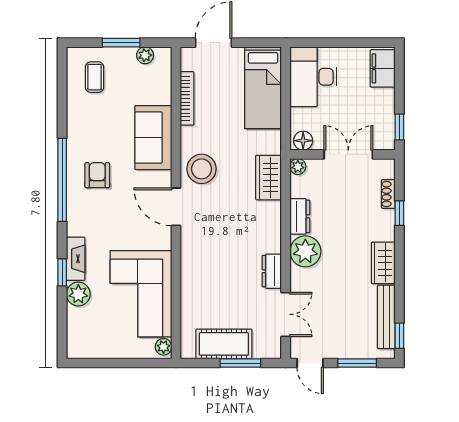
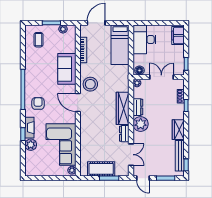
armchair: (97, 175) -> (38, 103), moved
wardrobe: (268, 178) -> (123, 108), moved, width x1.50

